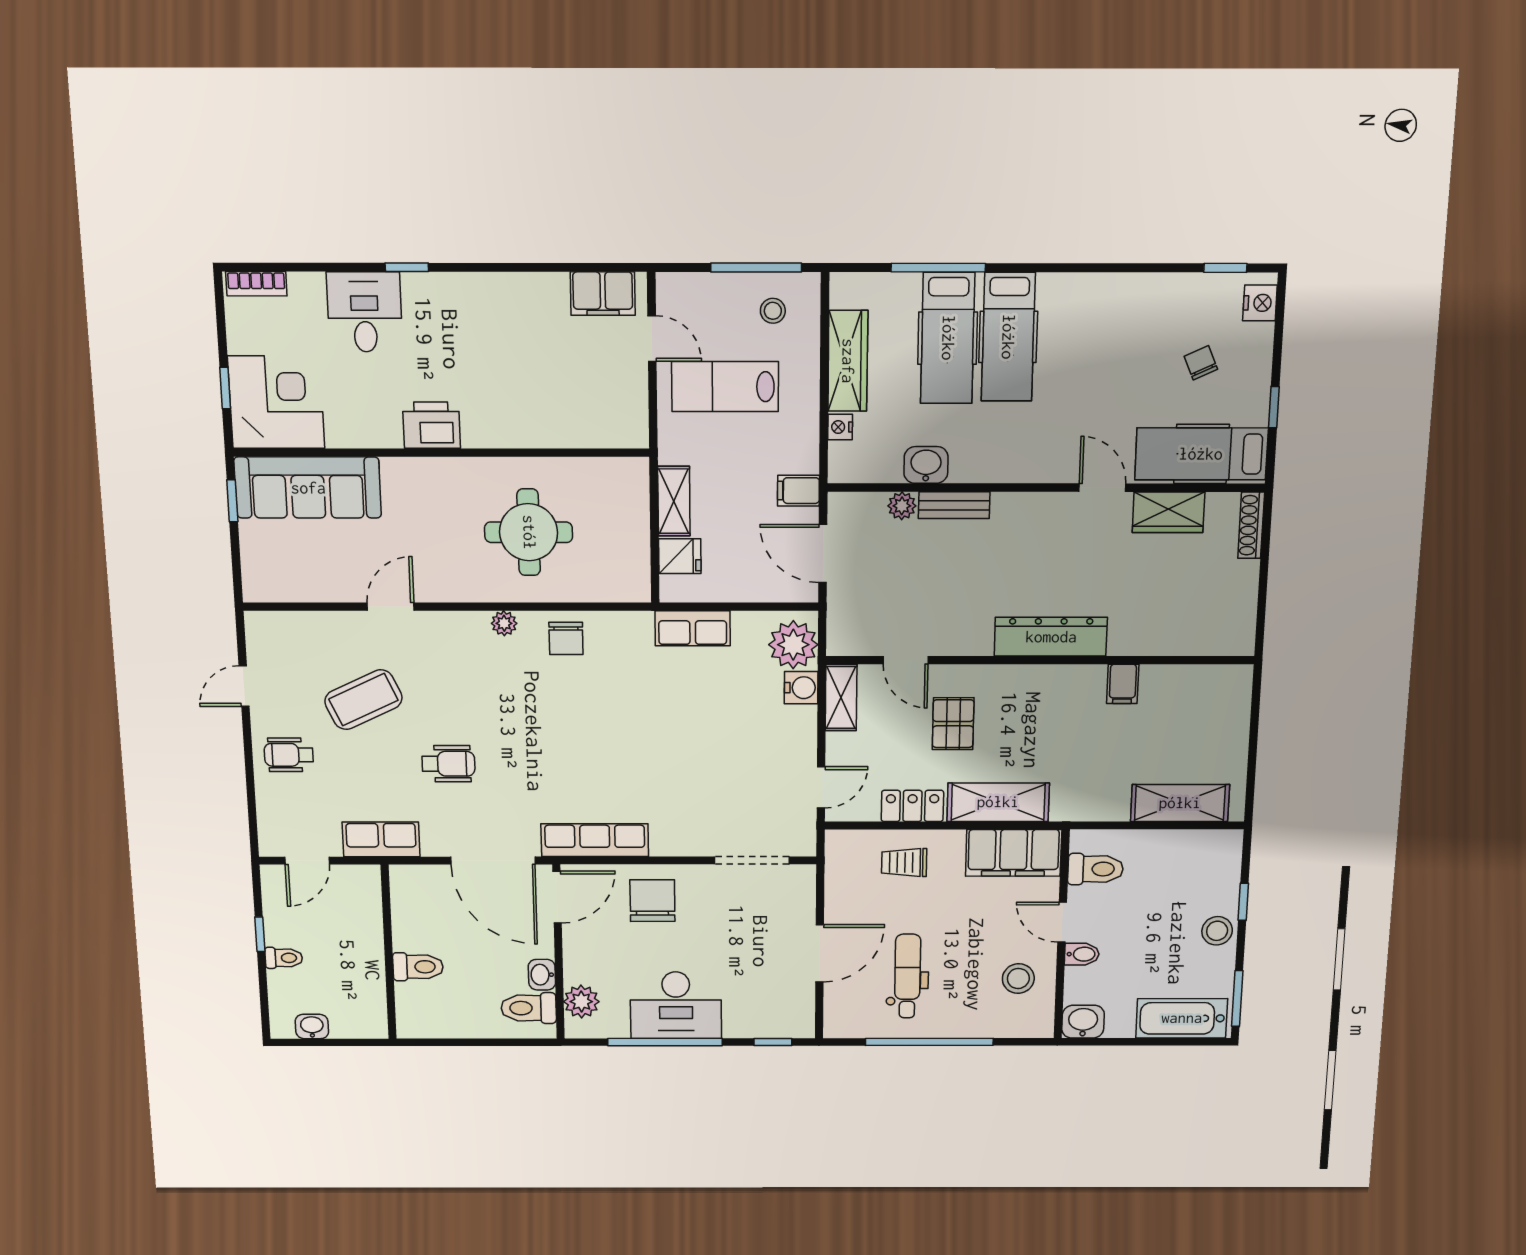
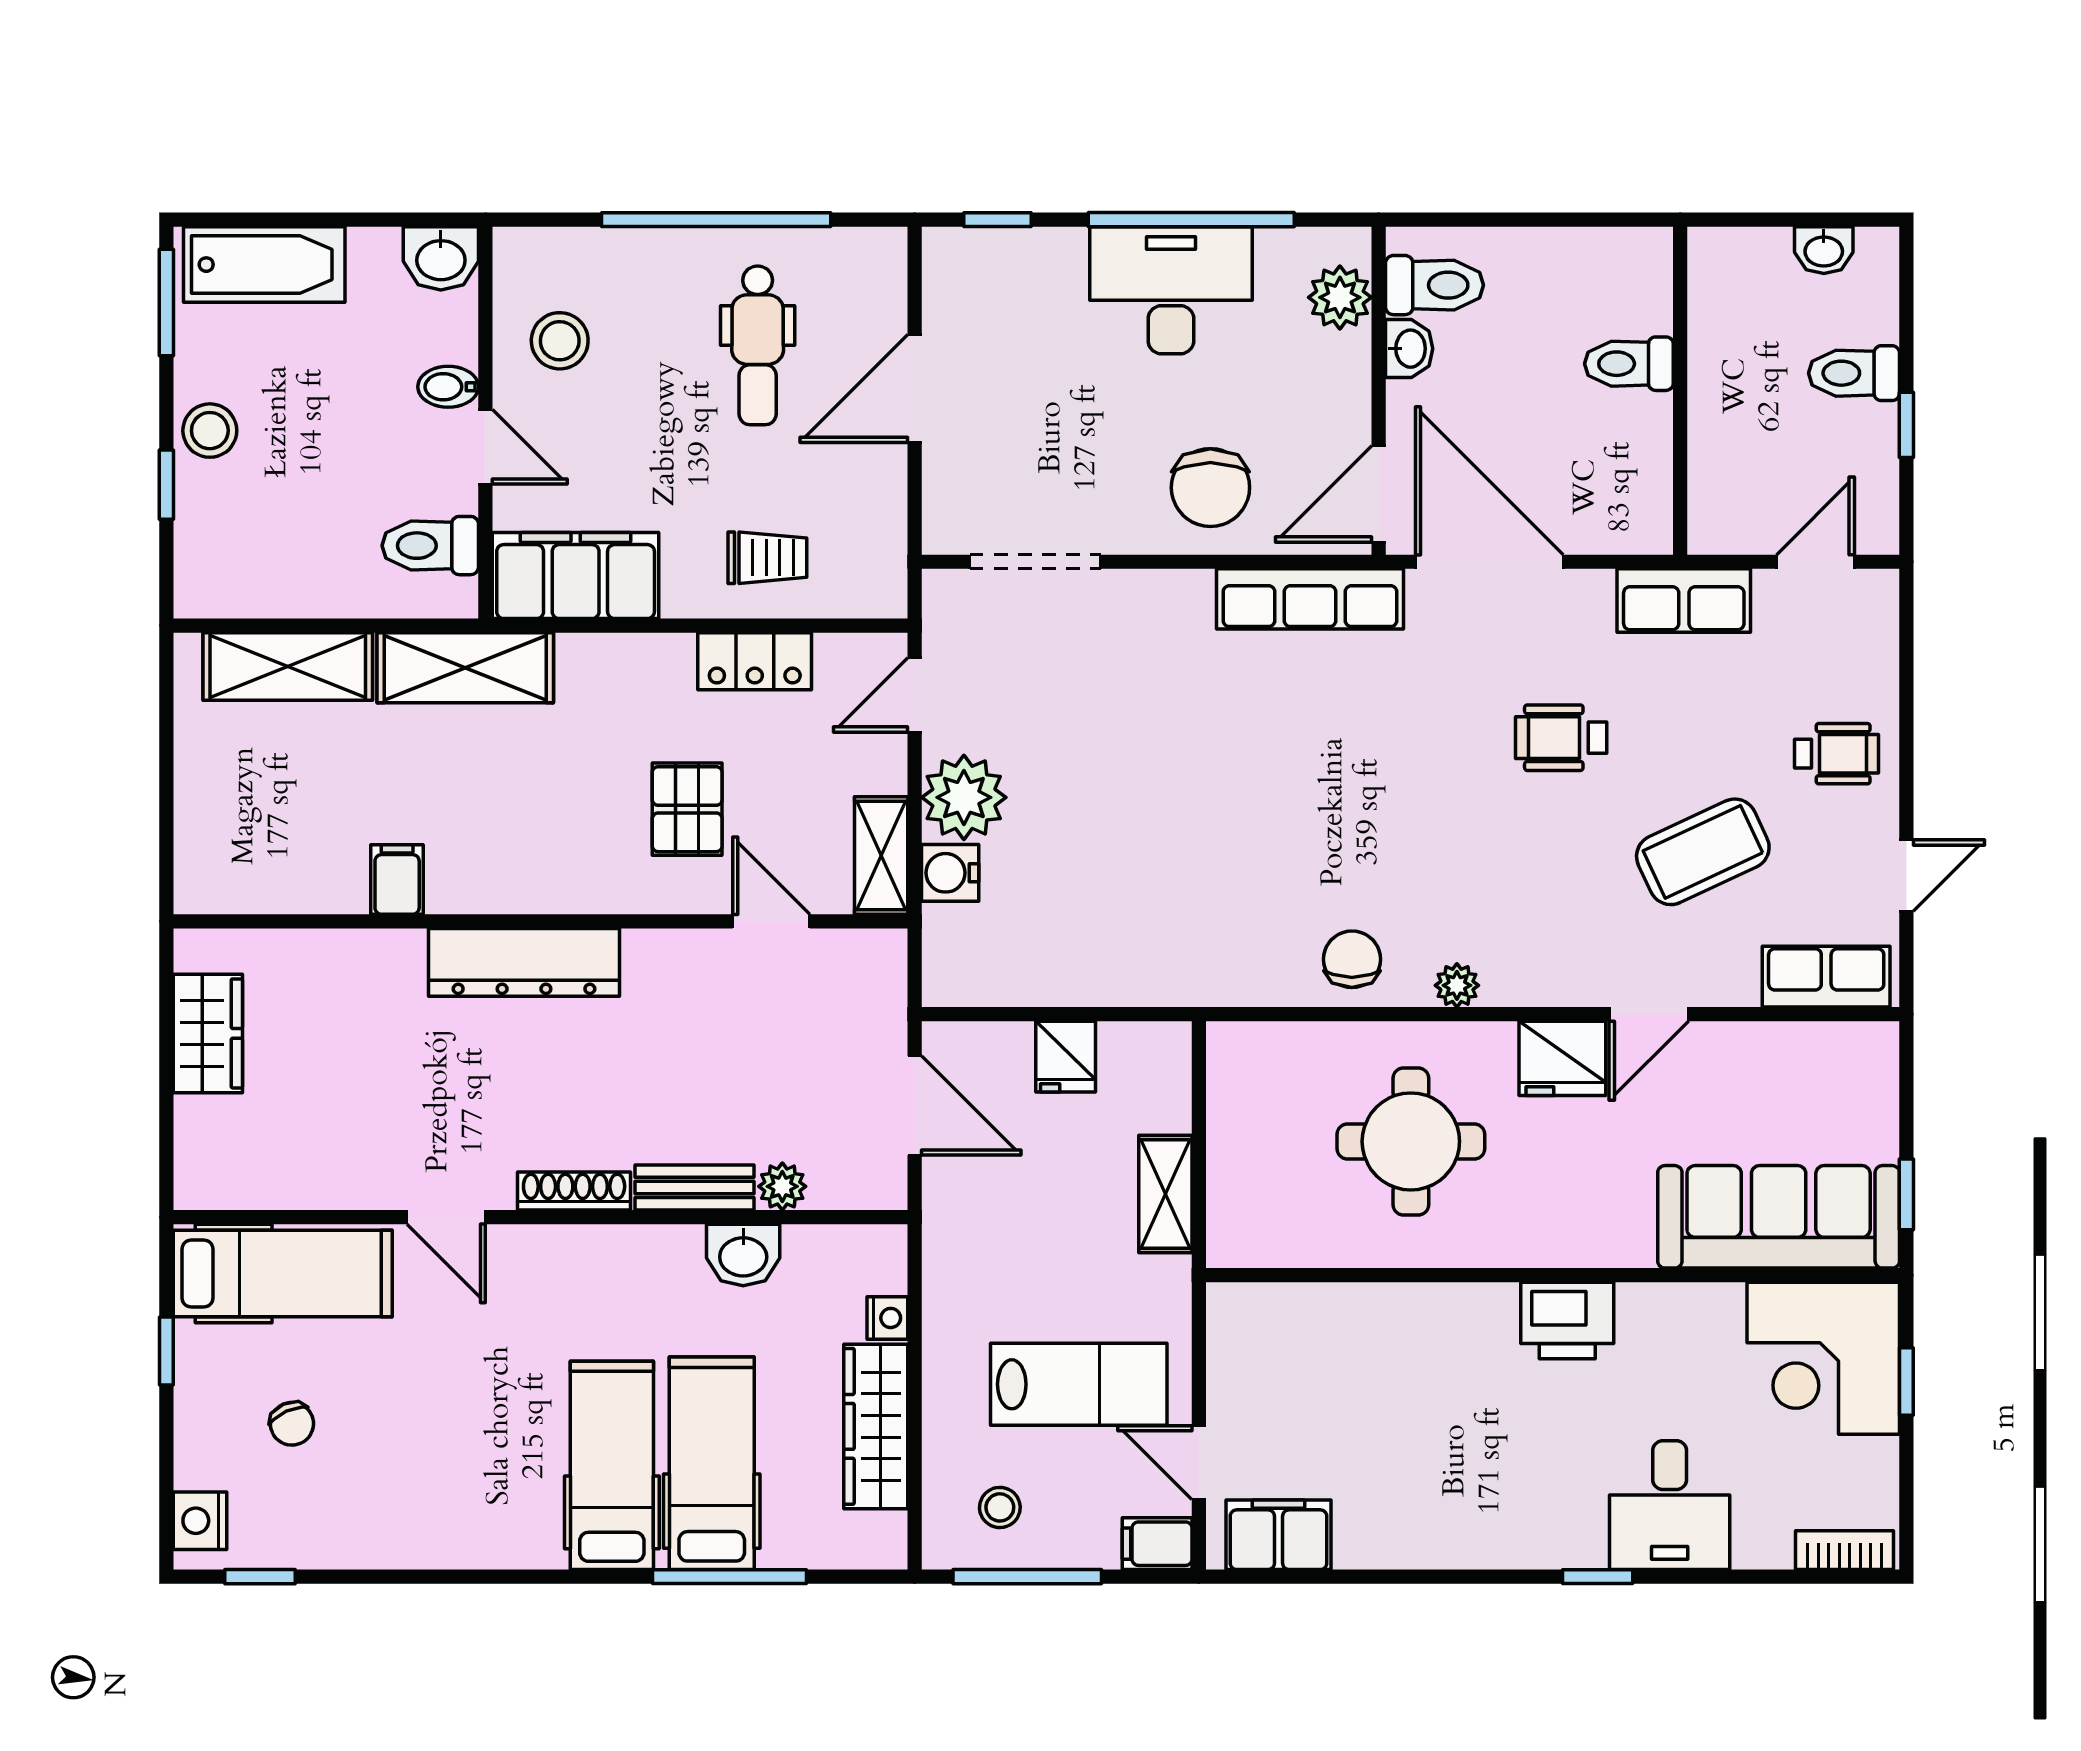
filing cabinet: (798, 491) -> (1157, 1544), moved, turned 180
wardrobe: (1168, 512) -> (208, 1033), moved, turned 90
shoe rack: (1251, 525) -> (574, 1191), moved, turned -90
fridge: (680, 556) -> (1066, 1057), moved, turned -90
fridge: (441, 581) -> (1562, 1058), added
row of seats: (693, 628) -> (1826, 977), moved
plant: (793, 645) -> (964, 797), moved
shelving: (998, 802) -> (465, 668), moved
toilet: (284, 958) -> (1854, 373), width x1.37, depth x1.39

